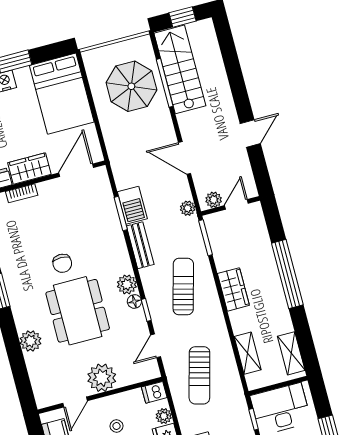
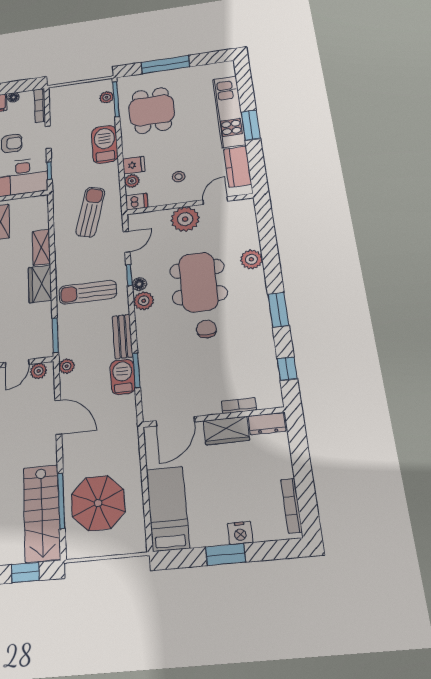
bed: (62, 94) -> (168, 508), width x0.67
sun lounger: (183, 287) -> (88, 292), turned 75
shelving: (248, 353) -> (41, 247), moved

